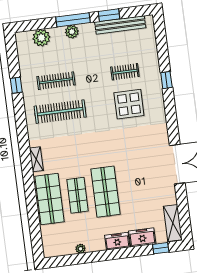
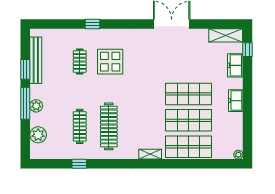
shop shelf: (77, 195) -> (189, 120), width x1.43, depth x1.36
freezer: (117, 241) -> (236, 101), moved
plant: (80, 249) -> (238, 155), moved

